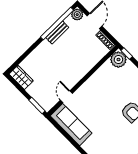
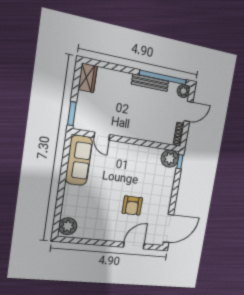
bench: (57, 33) -> (150, 83), width x1.36
door: (66, 97) -> (102, 136), swing flipped

